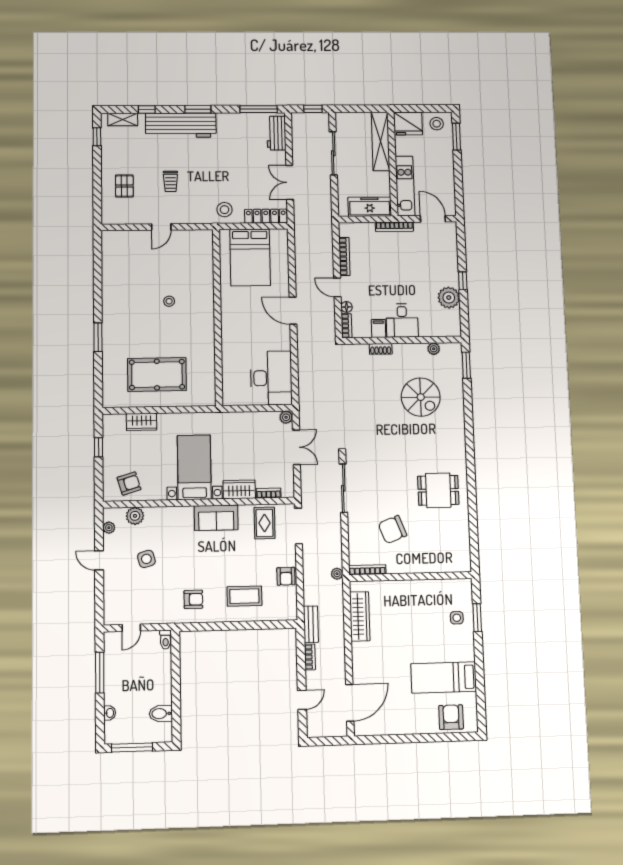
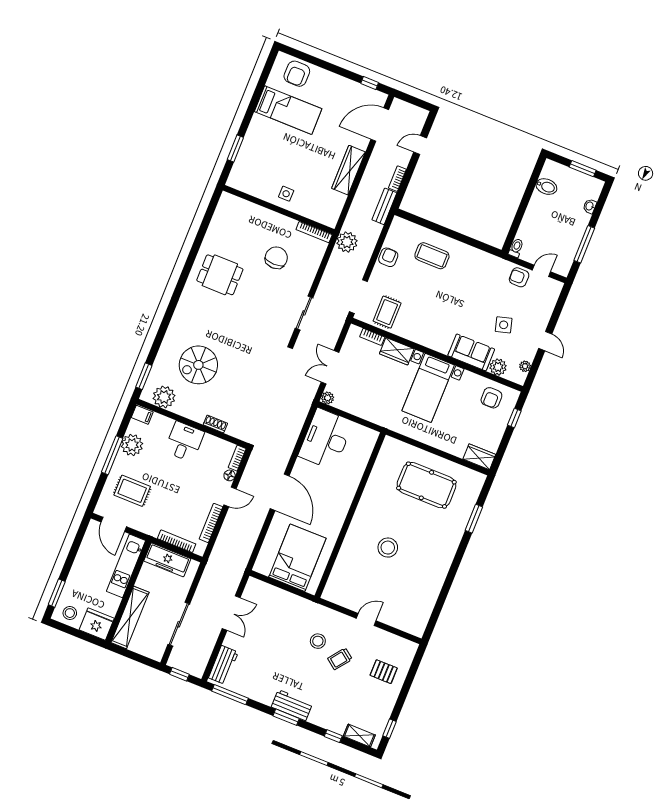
workbench: (181, 125) -> (292, 705), width x0.53, depth x0.76
trolley: (171, 181) -> (340, 659), turned -143
pallet: (124, 186) -> (384, 672), turned 90
stool: (224, 210) -> (318, 641), moved
locker: (266, 216) -> (267, 590), removed
bookcase: (394, 227) -> (177, 541), moved
rug: (430, 256) -> (132, 491), added
window: (463, 281) -> (112, 455), width x2.17
door: (337, 287) -> (230, 497), hinge flipped
stool: (169, 301) -> (388, 548), width x1.89, depth x1.89
door: (293, 311) -> (280, 492), width x1.36
filing cabinet: (379, 328) -> (142, 415), moved, turned -90
window: (98, 337) -> (474, 519), moved
plant: (434, 349) -> (164, 397), width x1.88, depth x1.88
spiral stairs: (421, 397) -> (198, 365), turned -90
wardrobe: (141, 422) -> (479, 457), moved
window: (99, 447) -> (514, 418), moved
armchair: (129, 483) -> (491, 398), turned -73
sliding door: (343, 488) -> (304, 313), width x0.73
sofa: (216, 518) -> (471, 352), moved
chair: (393, 530) -> (276, 258), turned -69
plant: (337, 574) -> (347, 242), width x1.88, depth x1.88
armchair: (193, 599) -> (519, 277), moved
wardrobe: (360, 616) -> (349, 170), moved
side table: (457, 618) -> (286, 194), moved
window: (377, 739) -> (370, 83), added
window: (132, 747) -> (583, 169), width x0.69

